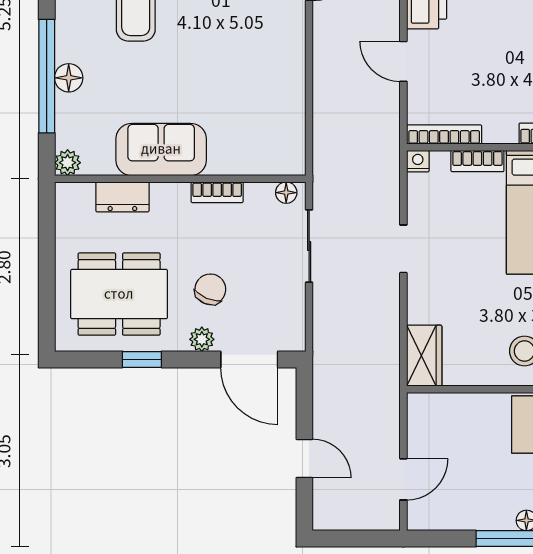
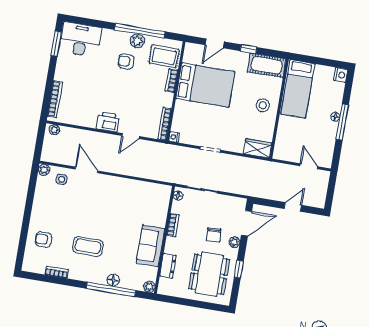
bookcase: (477, 161) -> (178, 112), removed
chair: (210, 289) -> (214, 235), turned -117

